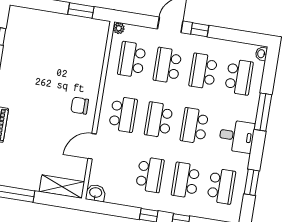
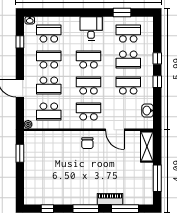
window: (200, 30) -> (20, 42), moved
school desk: (203, 71) -> (49, 60), turned 180
window: (263, 112) -> (71, 12), removed
school desk: (159, 120) -> (89, 86), turned 180
school desk: (194, 126) -> (89, 60), turned 180
washbasin: (96, 193) -> (148, 111), moved

